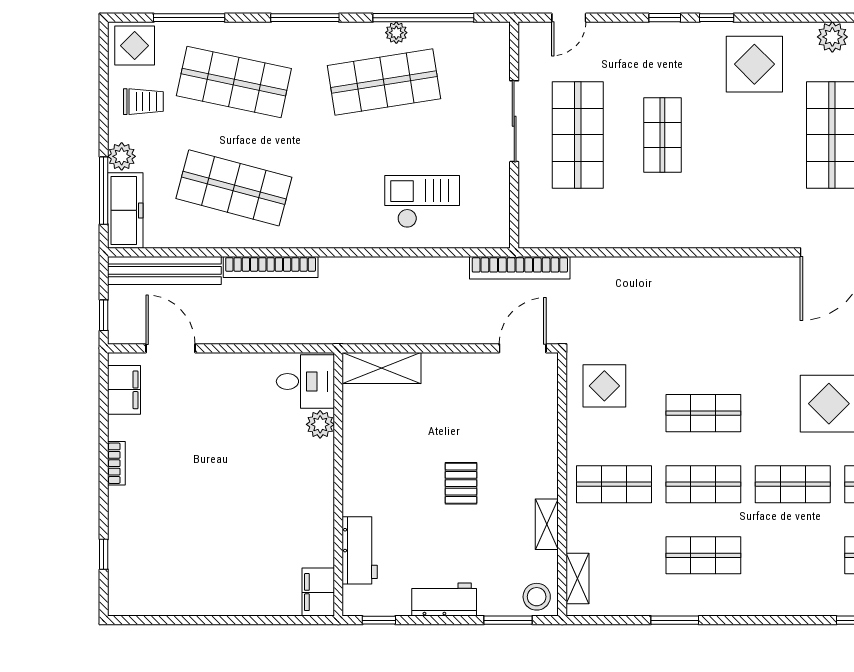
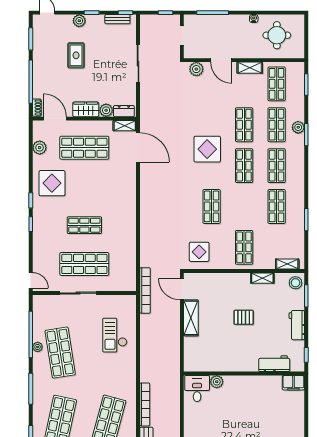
door: (569, 18) -> (31, 280), moved
shelving: (382, 368) -> (191, 318), moved
shop shelf: (703, 484) -> (277, 166), moved

